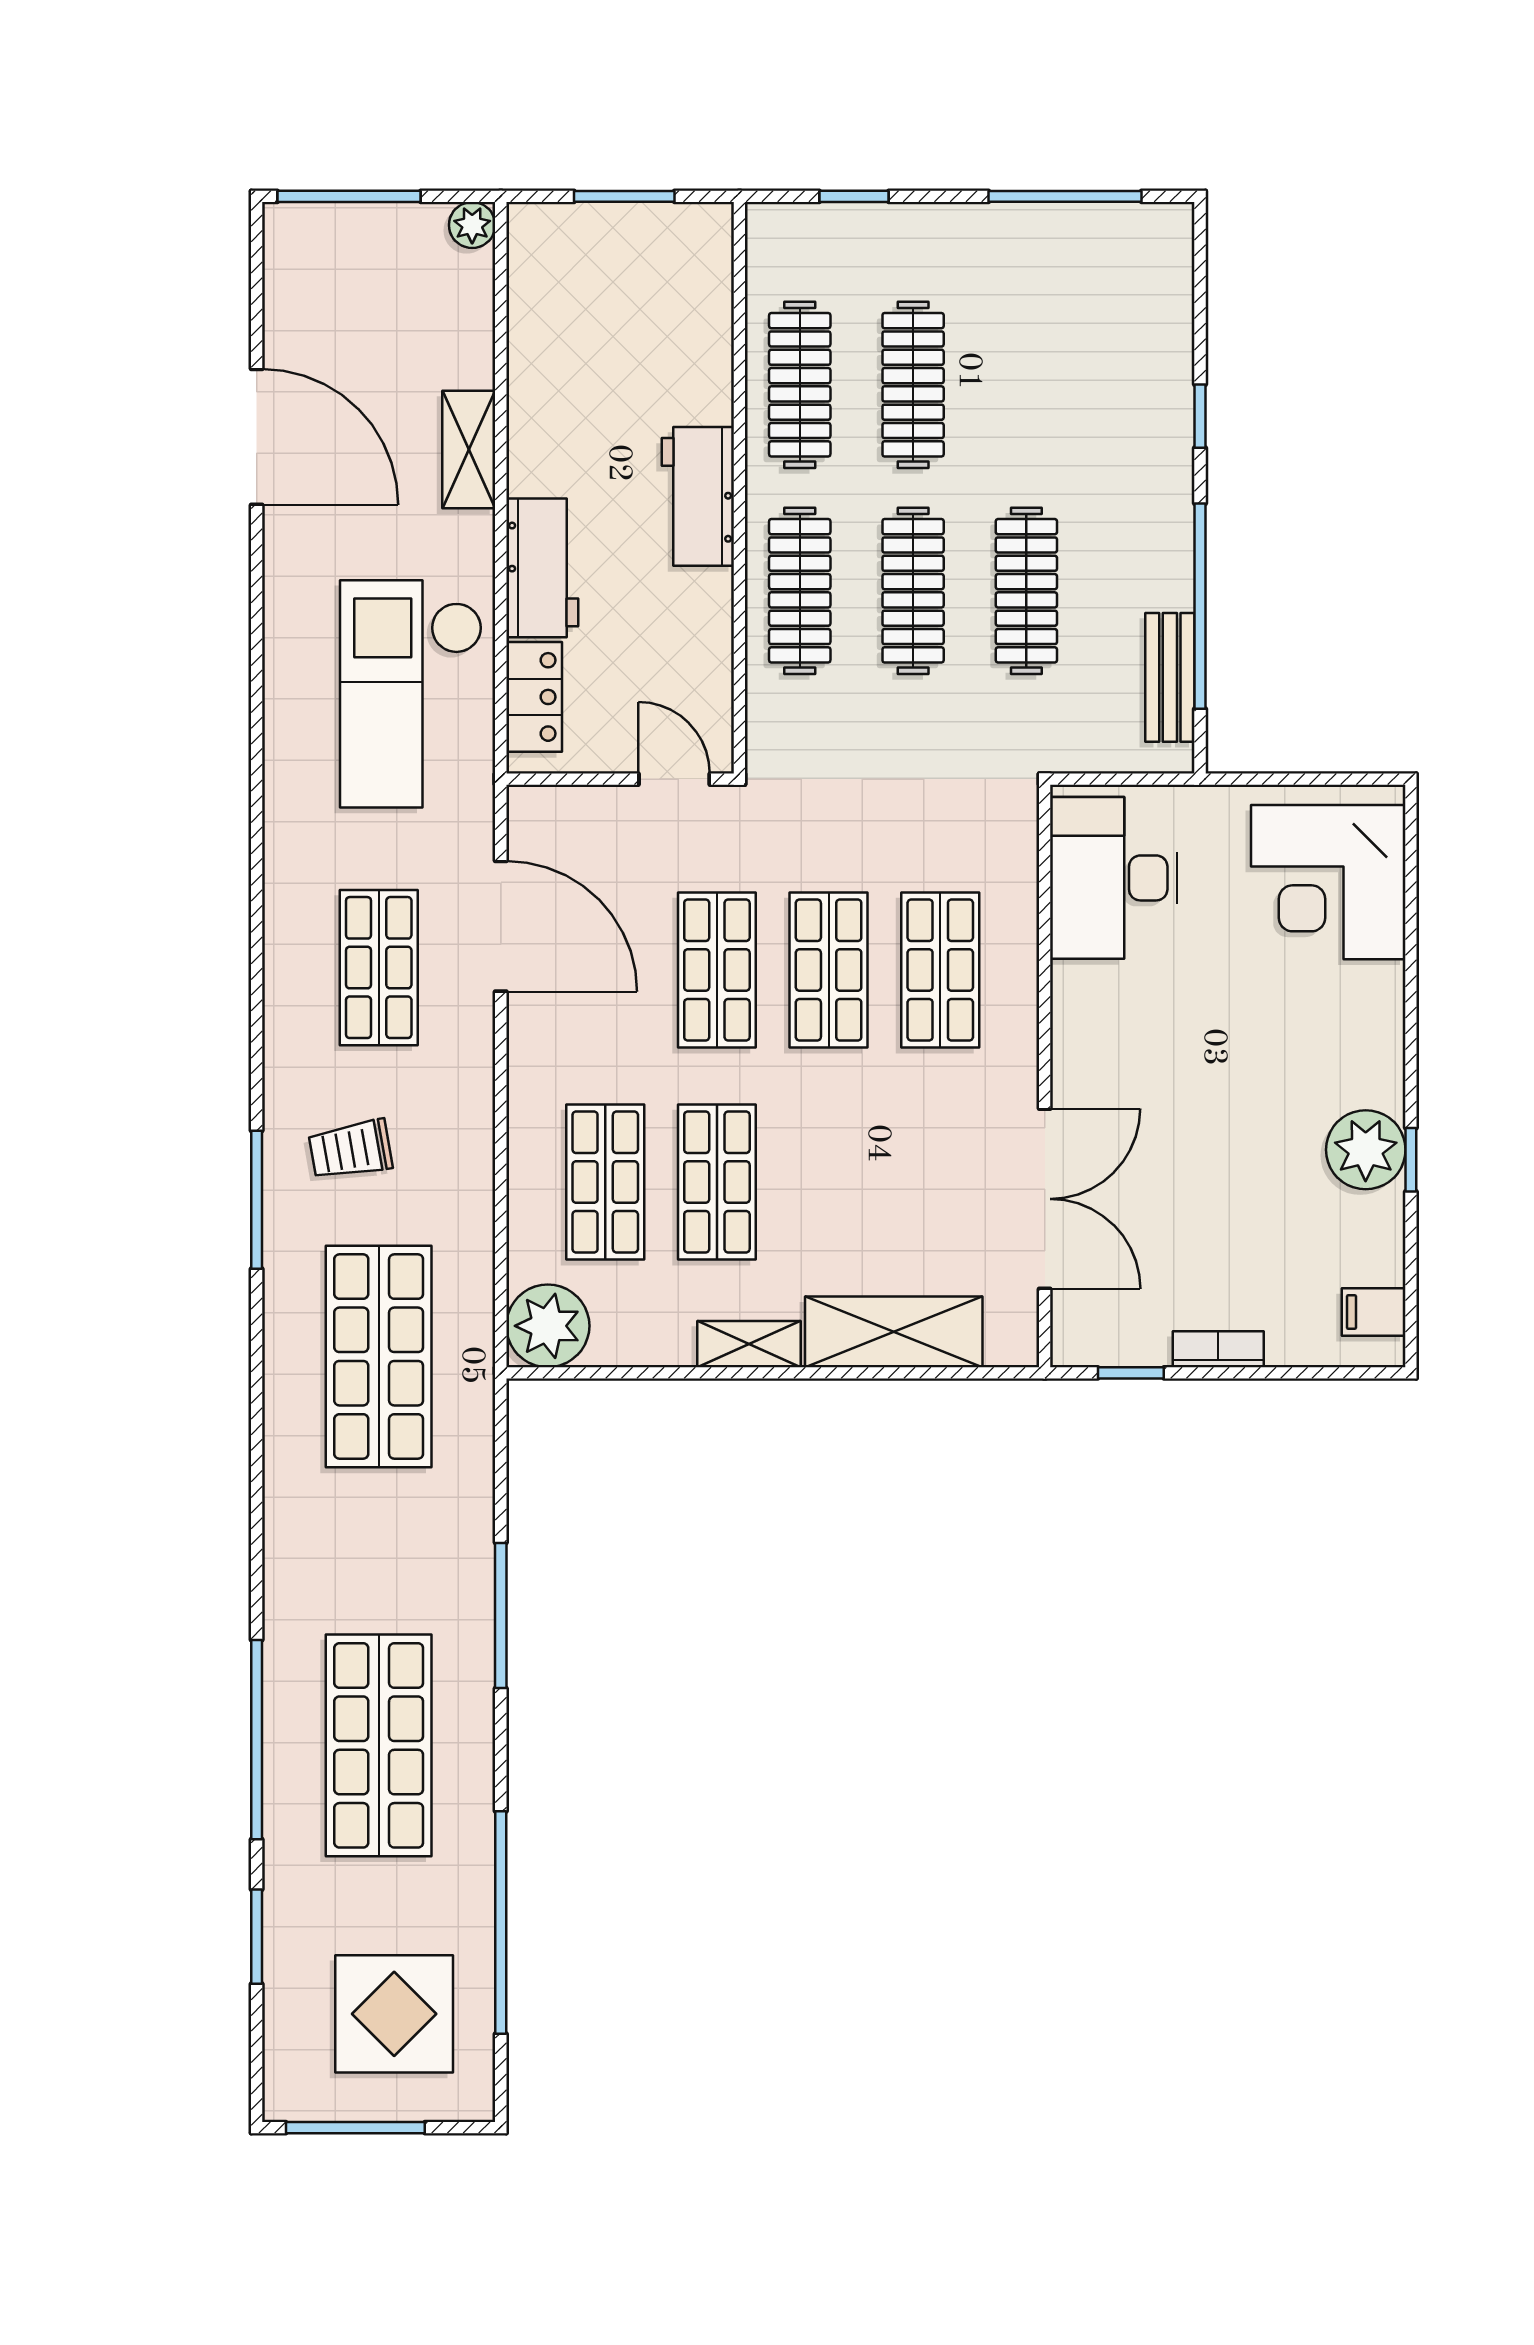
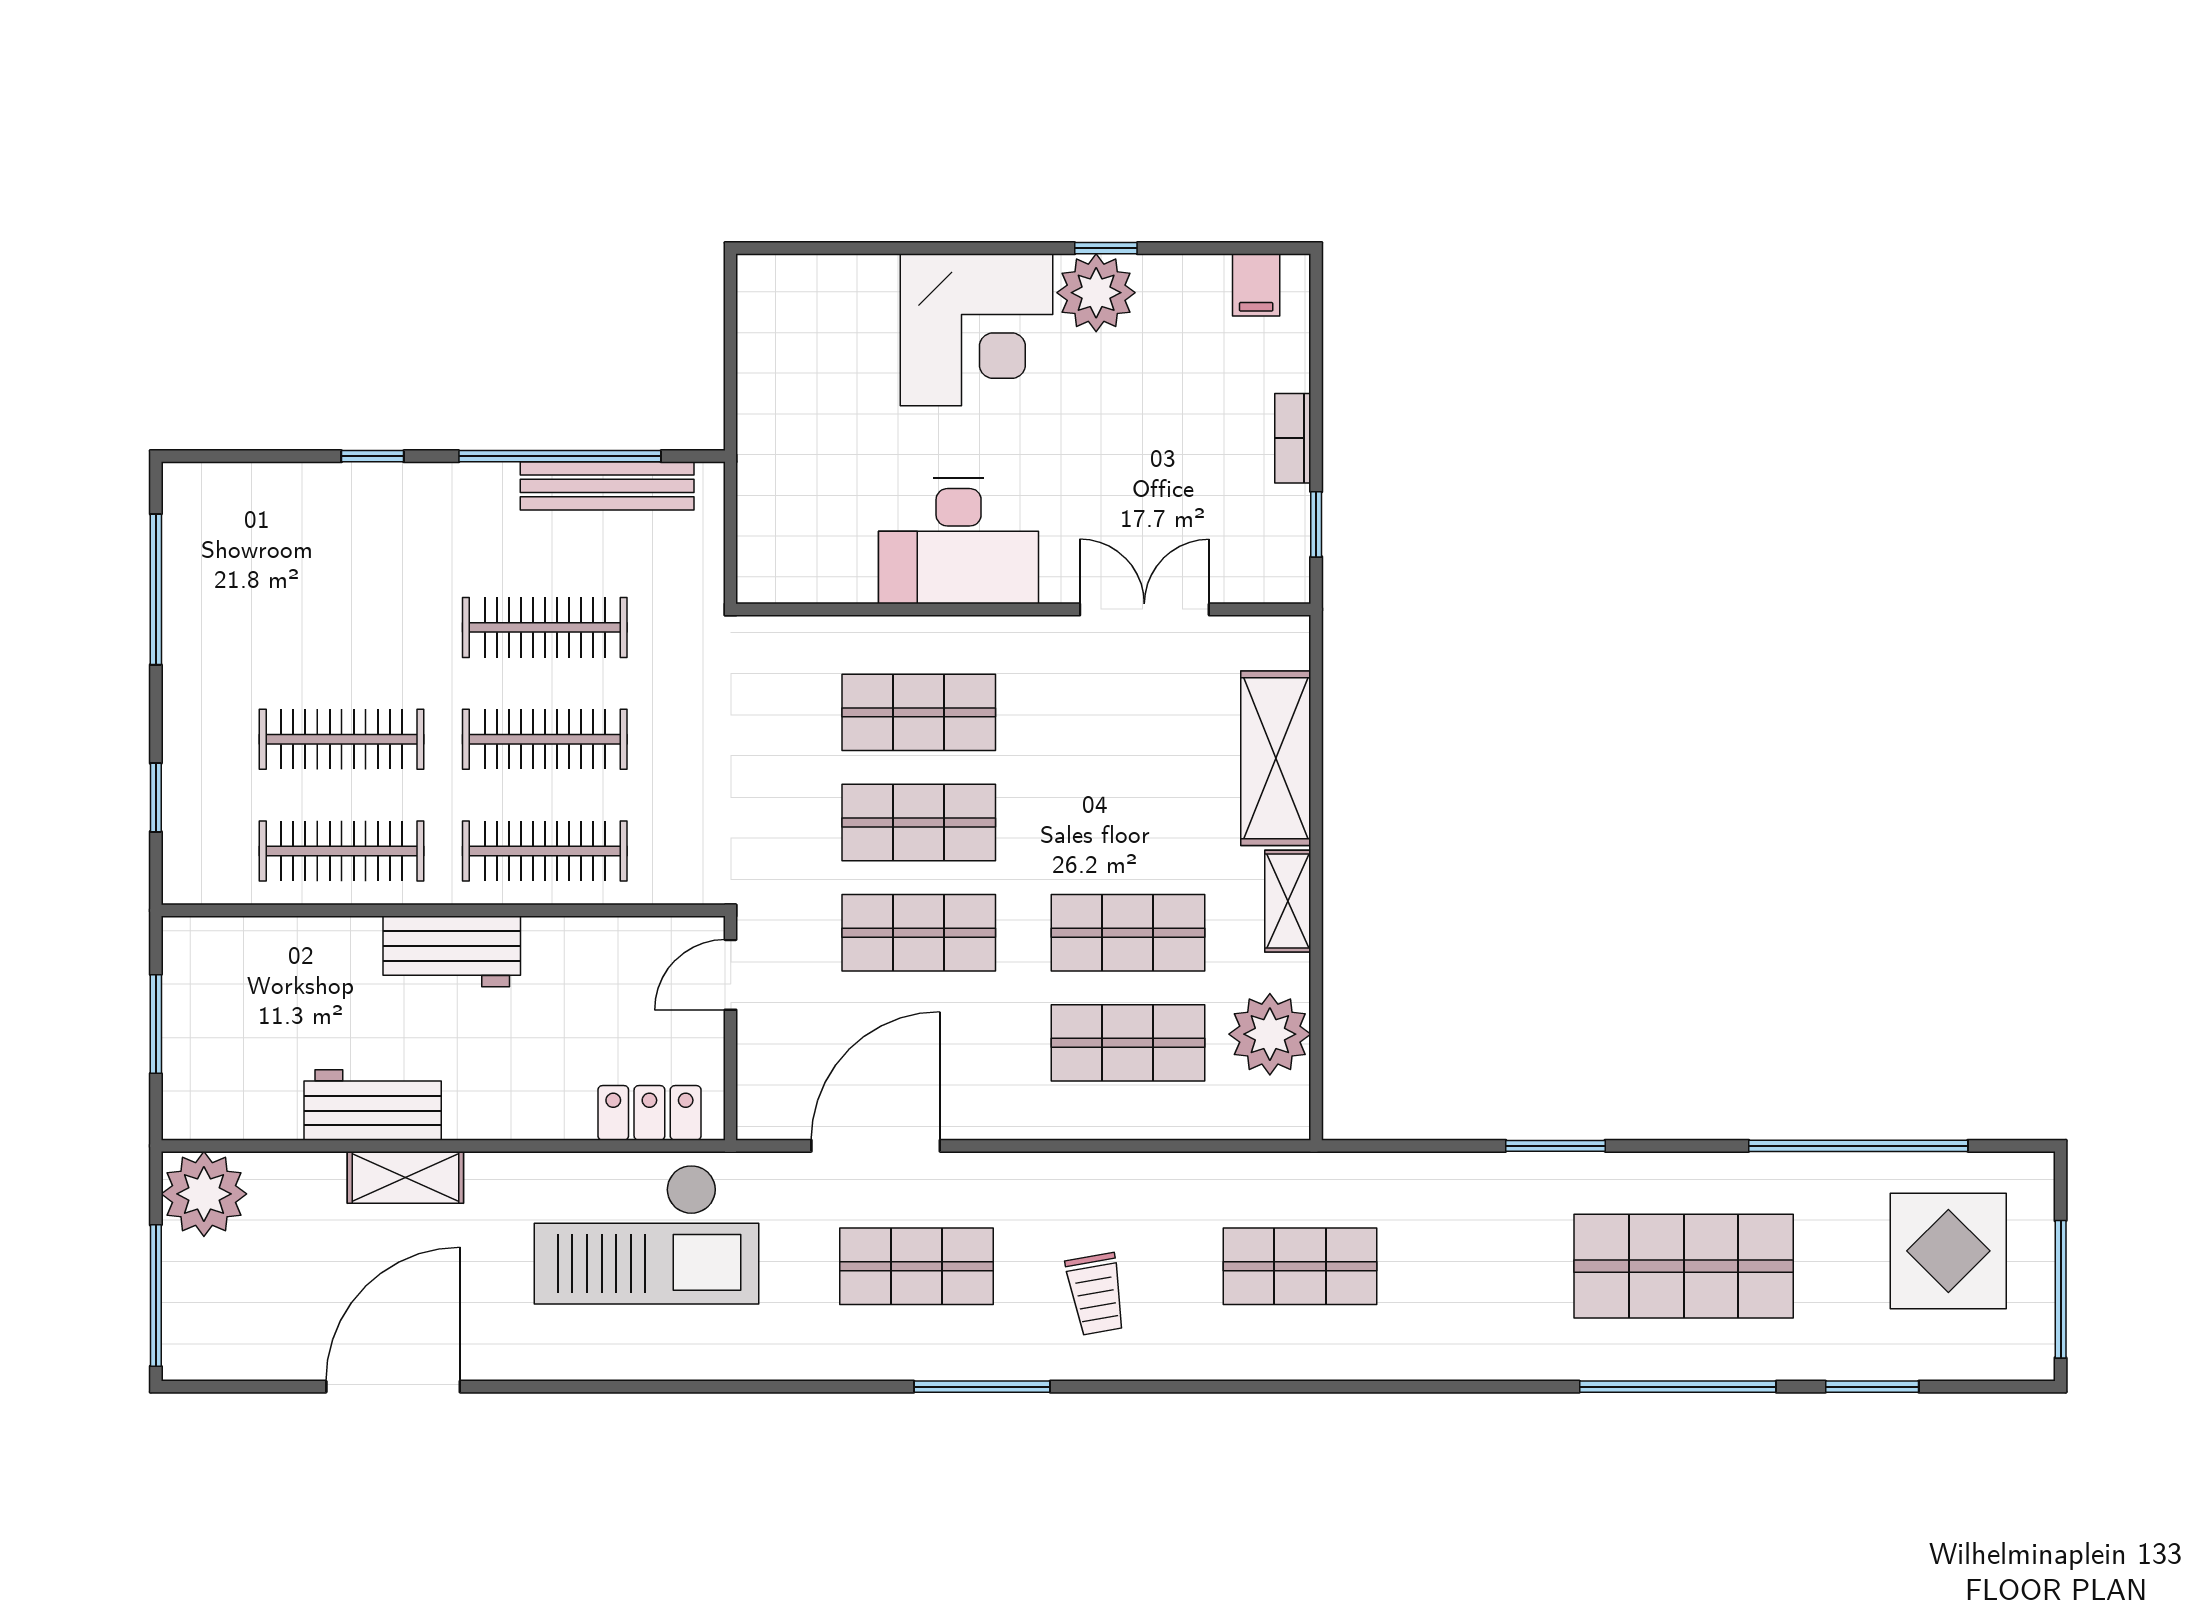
plant: (472, 225) -> (204, 1194), width x1.88, depth x1.88
workbench: (542, 568) -> (373, 1105), moved
bench: (1170, 677) -> (607, 486), width x1.36
desk: (1114, 878) -> (959, 541), moved
corner desk: (1328, 882) -> (977, 330), moved
double door: (1045, 1199) -> (1144, 609), width x0.73
window: (257, 1200) -> (982, 1387), moved
plant: (548, 1326) -> (1270, 1034), moved
shop shelf: (379, 1356) -> (1300, 1266), width x0.70, depth x0.74
window: (501, 1615) -> (1555, 1146), width x0.69

